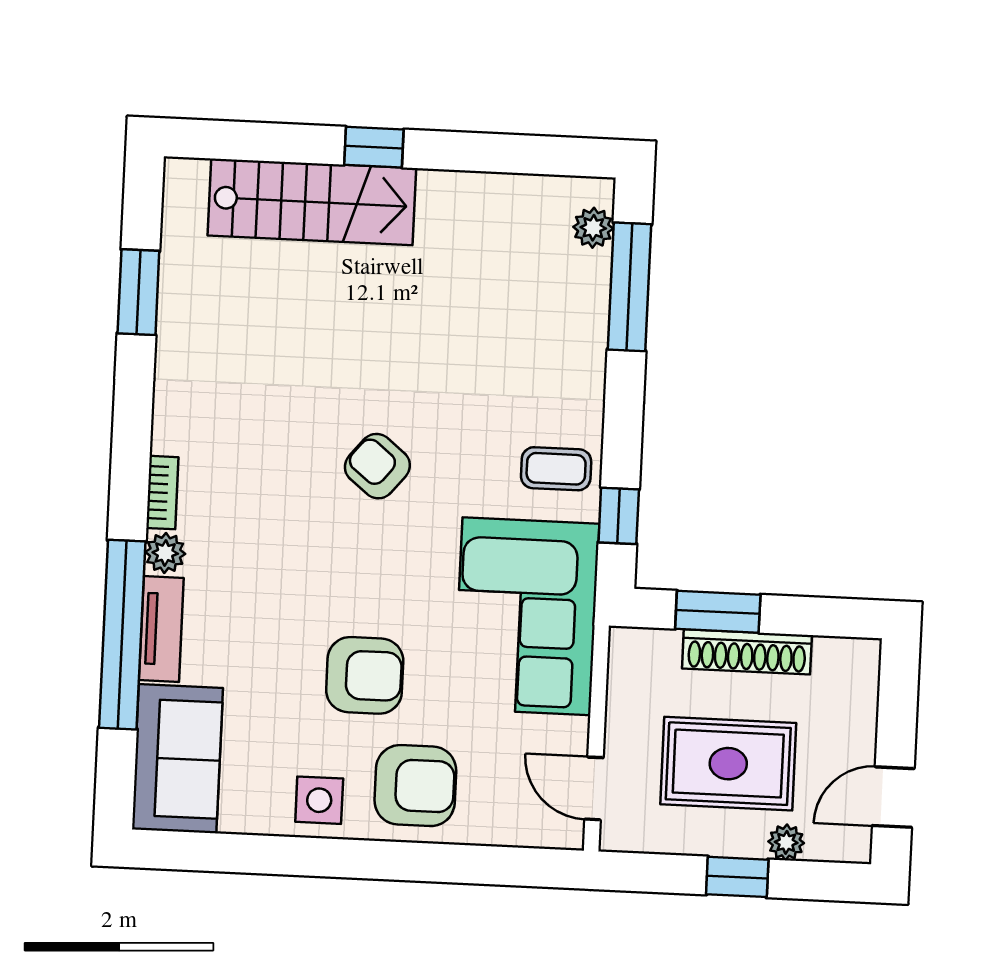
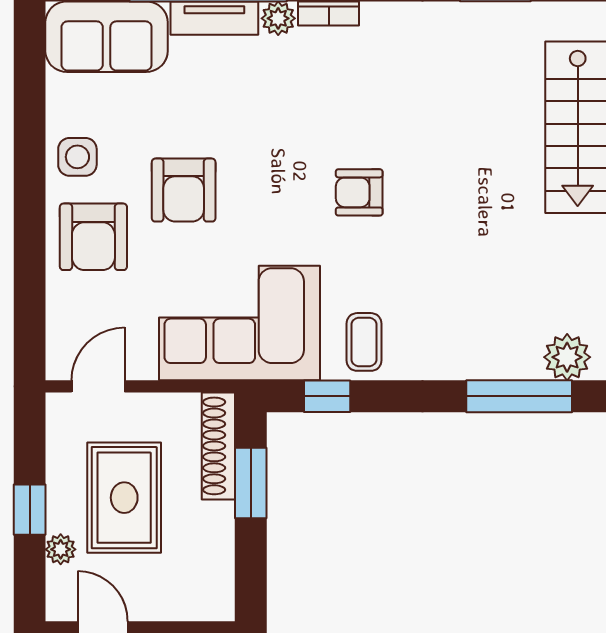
plant: (593, 228) -> (567, 357), width x1.38, depth x1.38
armchair: (377, 466) -> (359, 192), turned -129
shoe rack: (747, 652) -> (218, 446), moved

